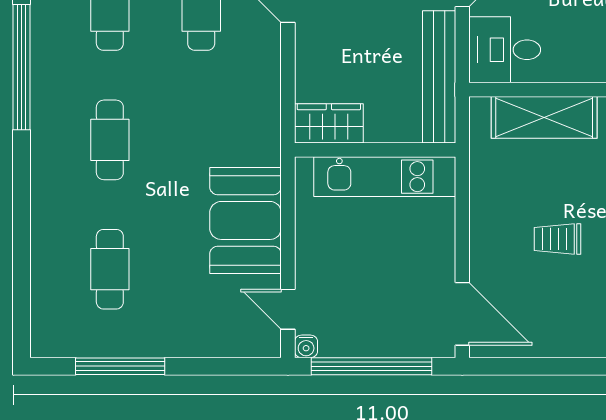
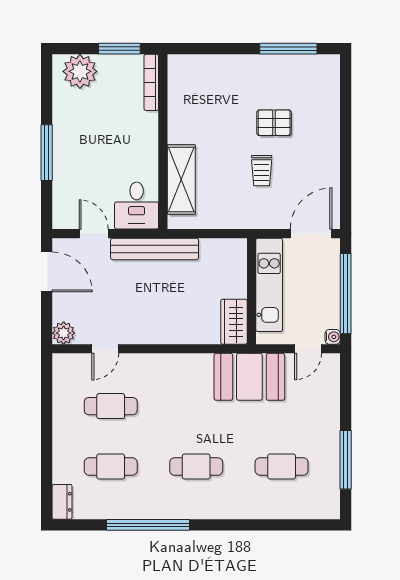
wardrobe: (329, 123) -> (234, 322), moved
wall: (375, 150) -> (252, 291), moved
kitchen unit: (385, 177) -> (269, 285), moved

